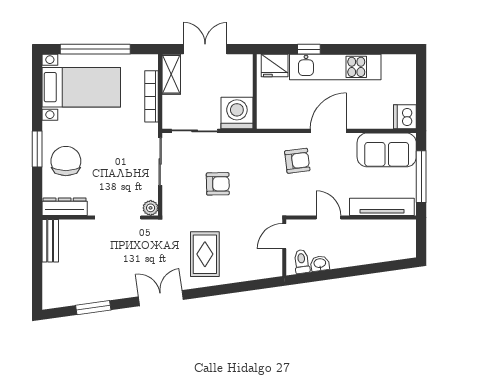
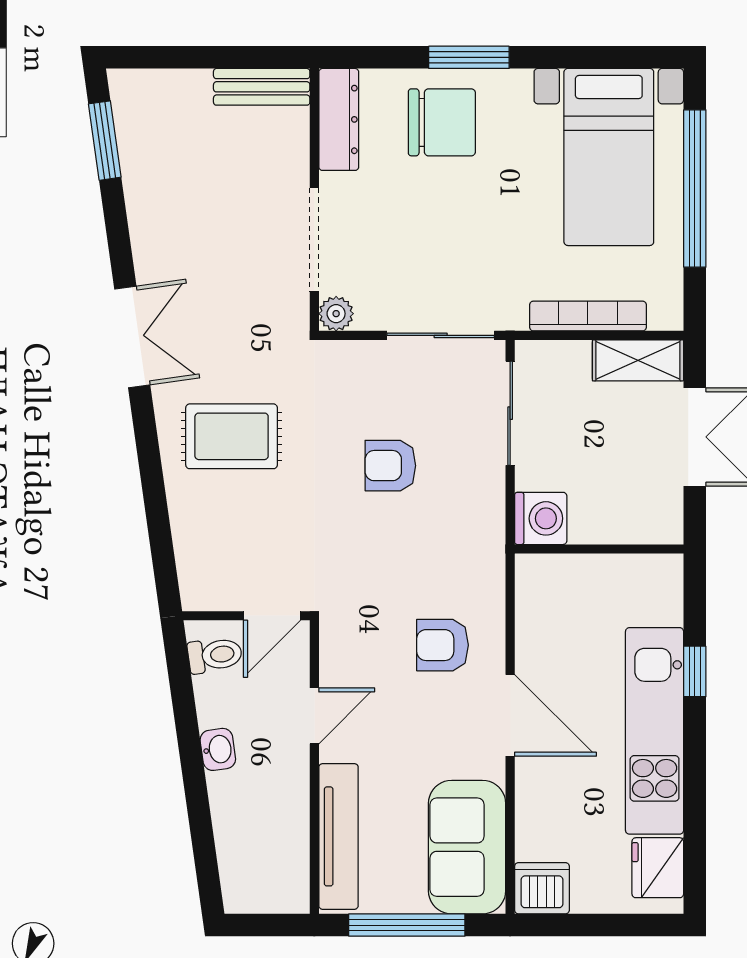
fridge: (275, 65) -> (658, 868), moved
washing machine: (237, 113) -> (541, 518), width x0.73, depth x0.73
armchair: (297, 161) -> (442, 645), turned 97
armchair: (218, 184) -> (390, 466), turned 91
door: (284, 236) -> (272, 616), swing flipped
washbasin: (320, 264) -> (218, 749), moved
window: (93, 308) -> (105, 141), moved

